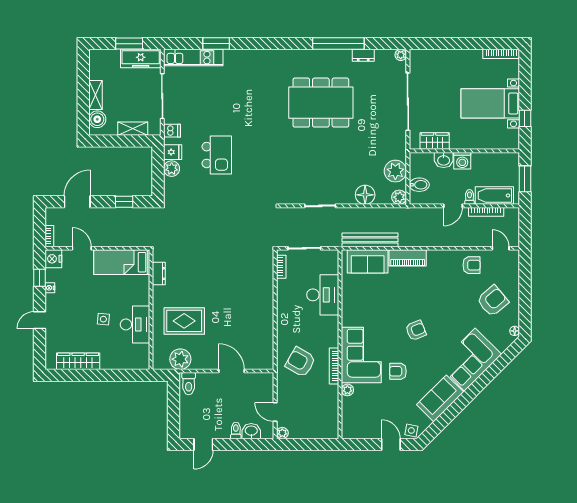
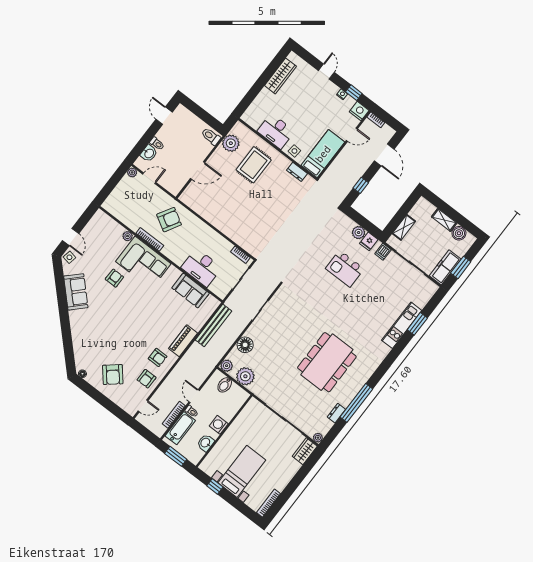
kitchen unit: (193, 58) -> (402, 325), moved
boiler: (97, 119) -> (459, 233), moved
wardrobe: (435, 141) -> (305, 451), moved, turned 180
washbasin: (444, 160) -> (206, 443), moved
sofa: (368, 261) -> (191, 291), moved, turned -90
side table: (103, 319) -> (294, 151), moved
armchair: (416, 330) -> (158, 357), moved, turned -68
corner sofa: (470, 360) -> (86, 331), removed
door: (391, 444) -> (71, 237), hinge flipped

